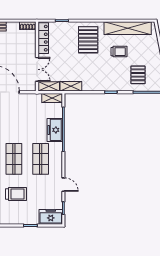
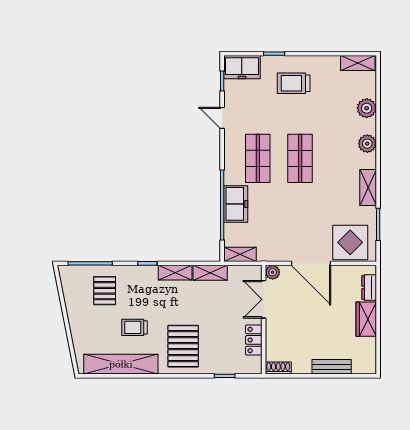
locker: (43, 38) -> (254, 340), width x0.66
shelving: (49, 86) -> (175, 273), moved
plant: (31, 87) -> (273, 272), added
trolley: (16, 194) -> (294, 83), moved

